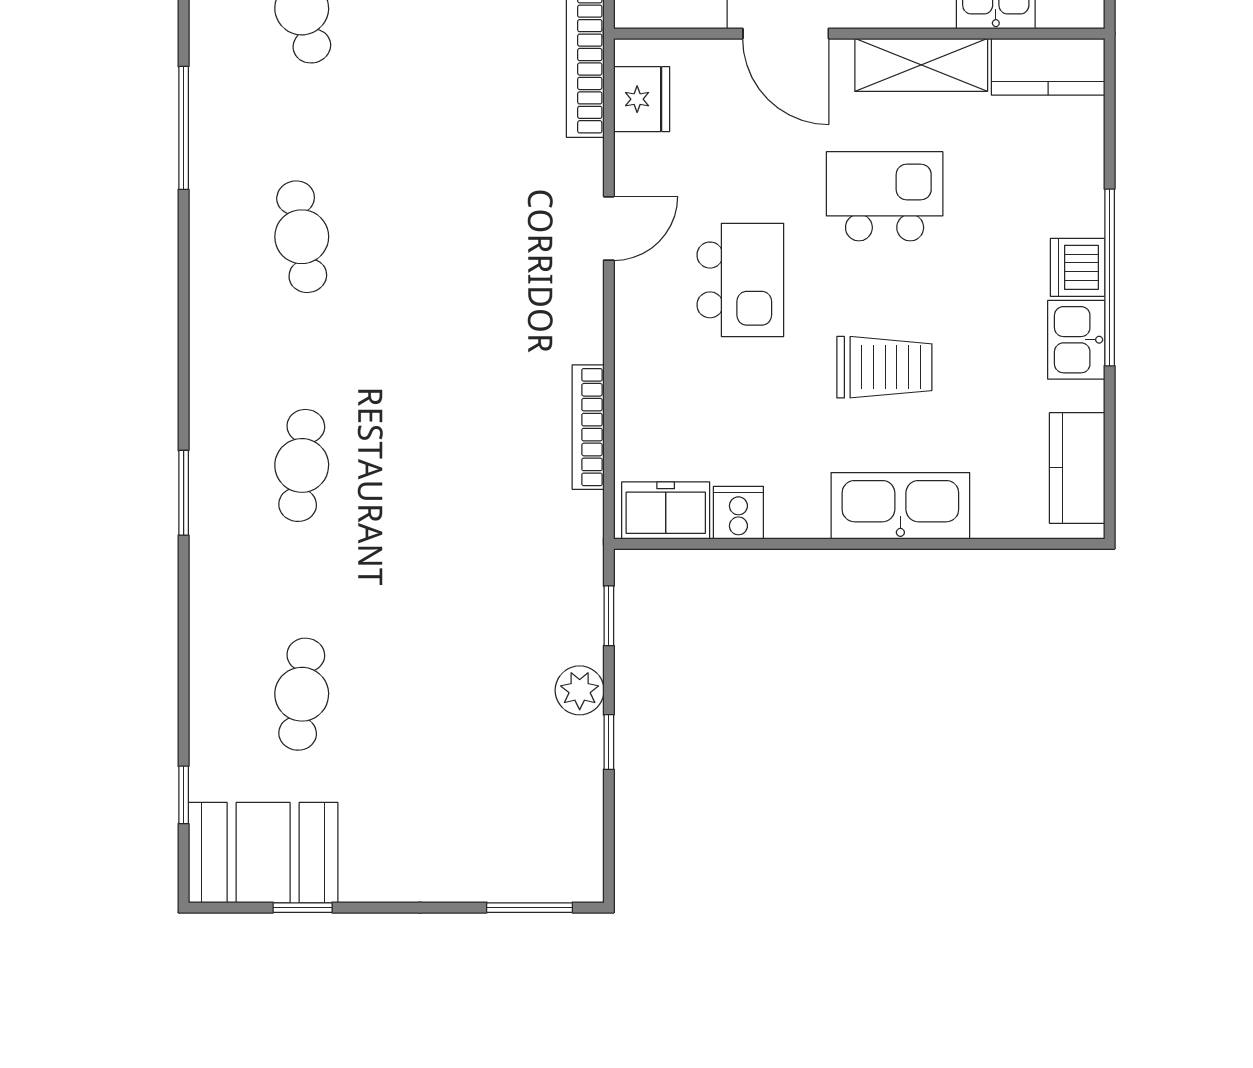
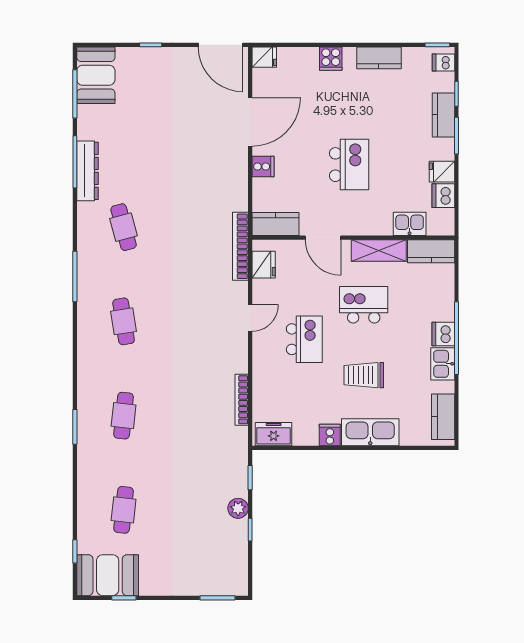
trolley: (884, 367) -> (364, 375), turned 180
cooker: (738, 513) -> (330, 435), moved

